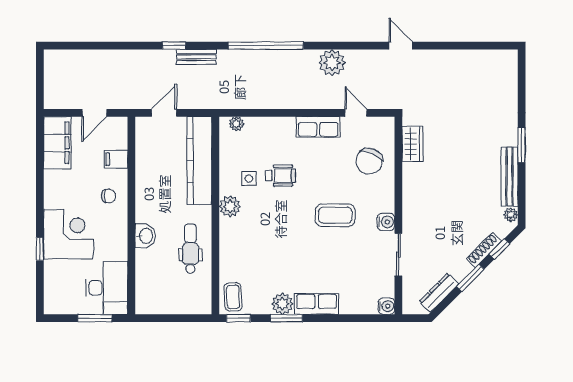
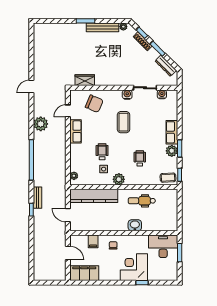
wheelchair: (269, 245) -> (140, 158), added
water cooler: (386, 306) -> (162, 94), moved

